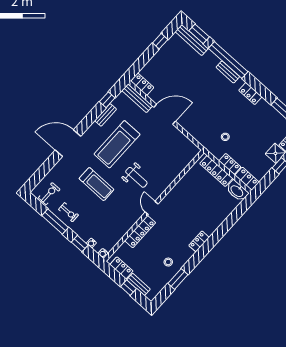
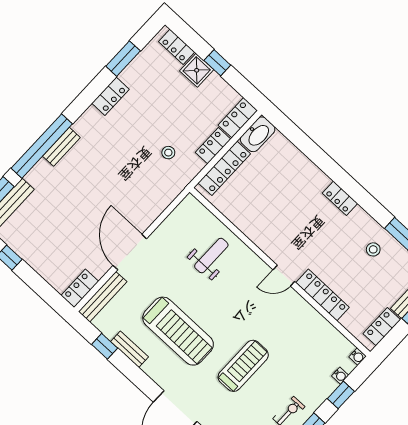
locker: (250, 94) -> (111, 96), moved
weight bench: (136, 177) -> (211, 256), moved

